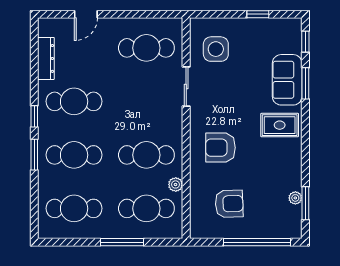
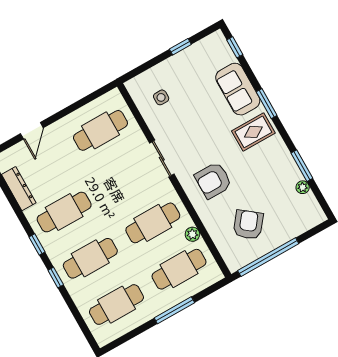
side table: (216, 49) -> (161, 97), width x0.54, depth x0.54
window: (305, 83) -> (267, 104), moved
sliding door: (186, 87) -> (162, 159), moved
window: (34, 155) -> (56, 278), width x0.67
window: (305, 203) -> (302, 166), moved
armchair: (229, 204) -> (248, 225), turned -50
window: (257, 242) -> (268, 257), moved

